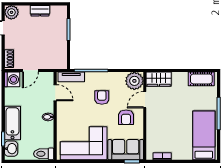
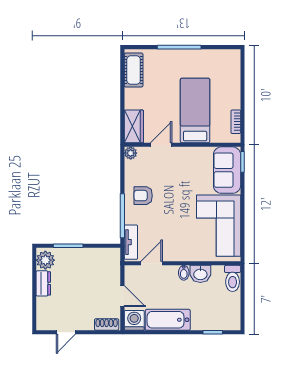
plant: (11, 12) -> (45, 260), moved
plant: (134, 81) -> (131, 153), width x0.53, depth x0.53
armchair: (102, 97) -> (143, 196), moved
door: (145, 100) -> (161, 145), swing flipped
armchair: (126, 117) -> (184, 170), removed
bathtub: (12, 123) -> (168, 320), moved
bed: (204, 135) -> (195, 111), moved, turned 90
washbasin: (11, 149) -> (200, 274), moved, turned 180

